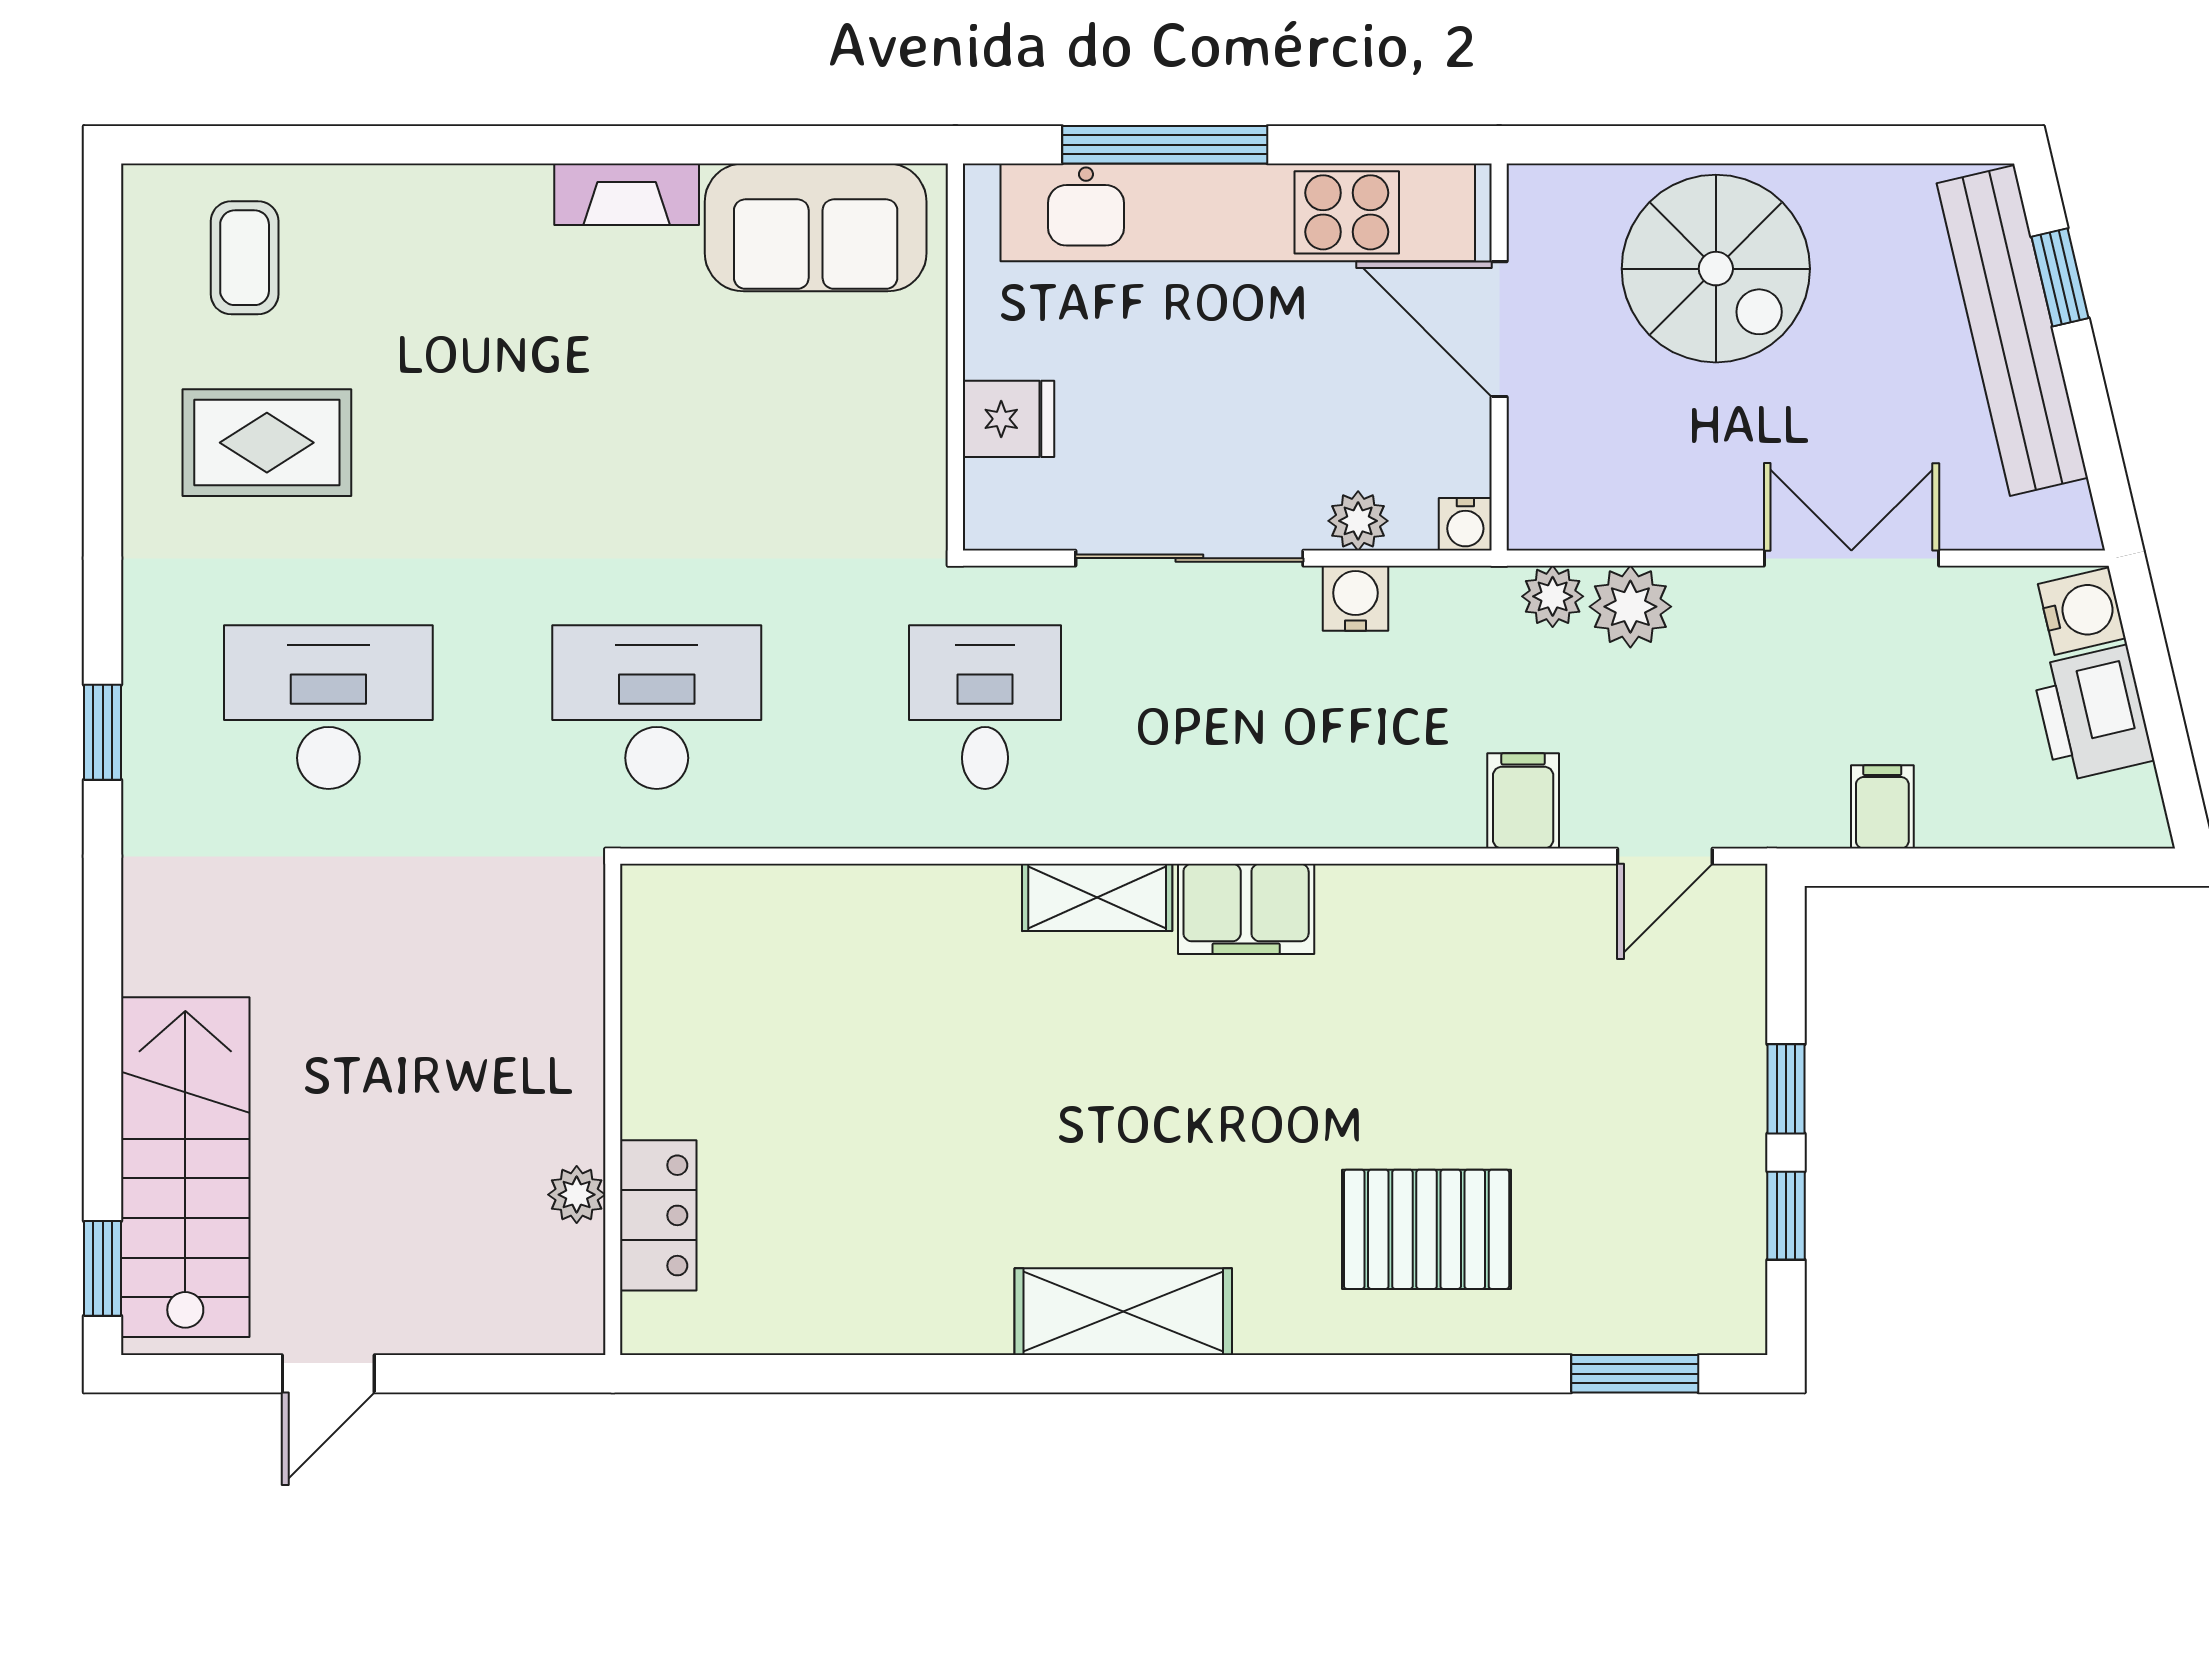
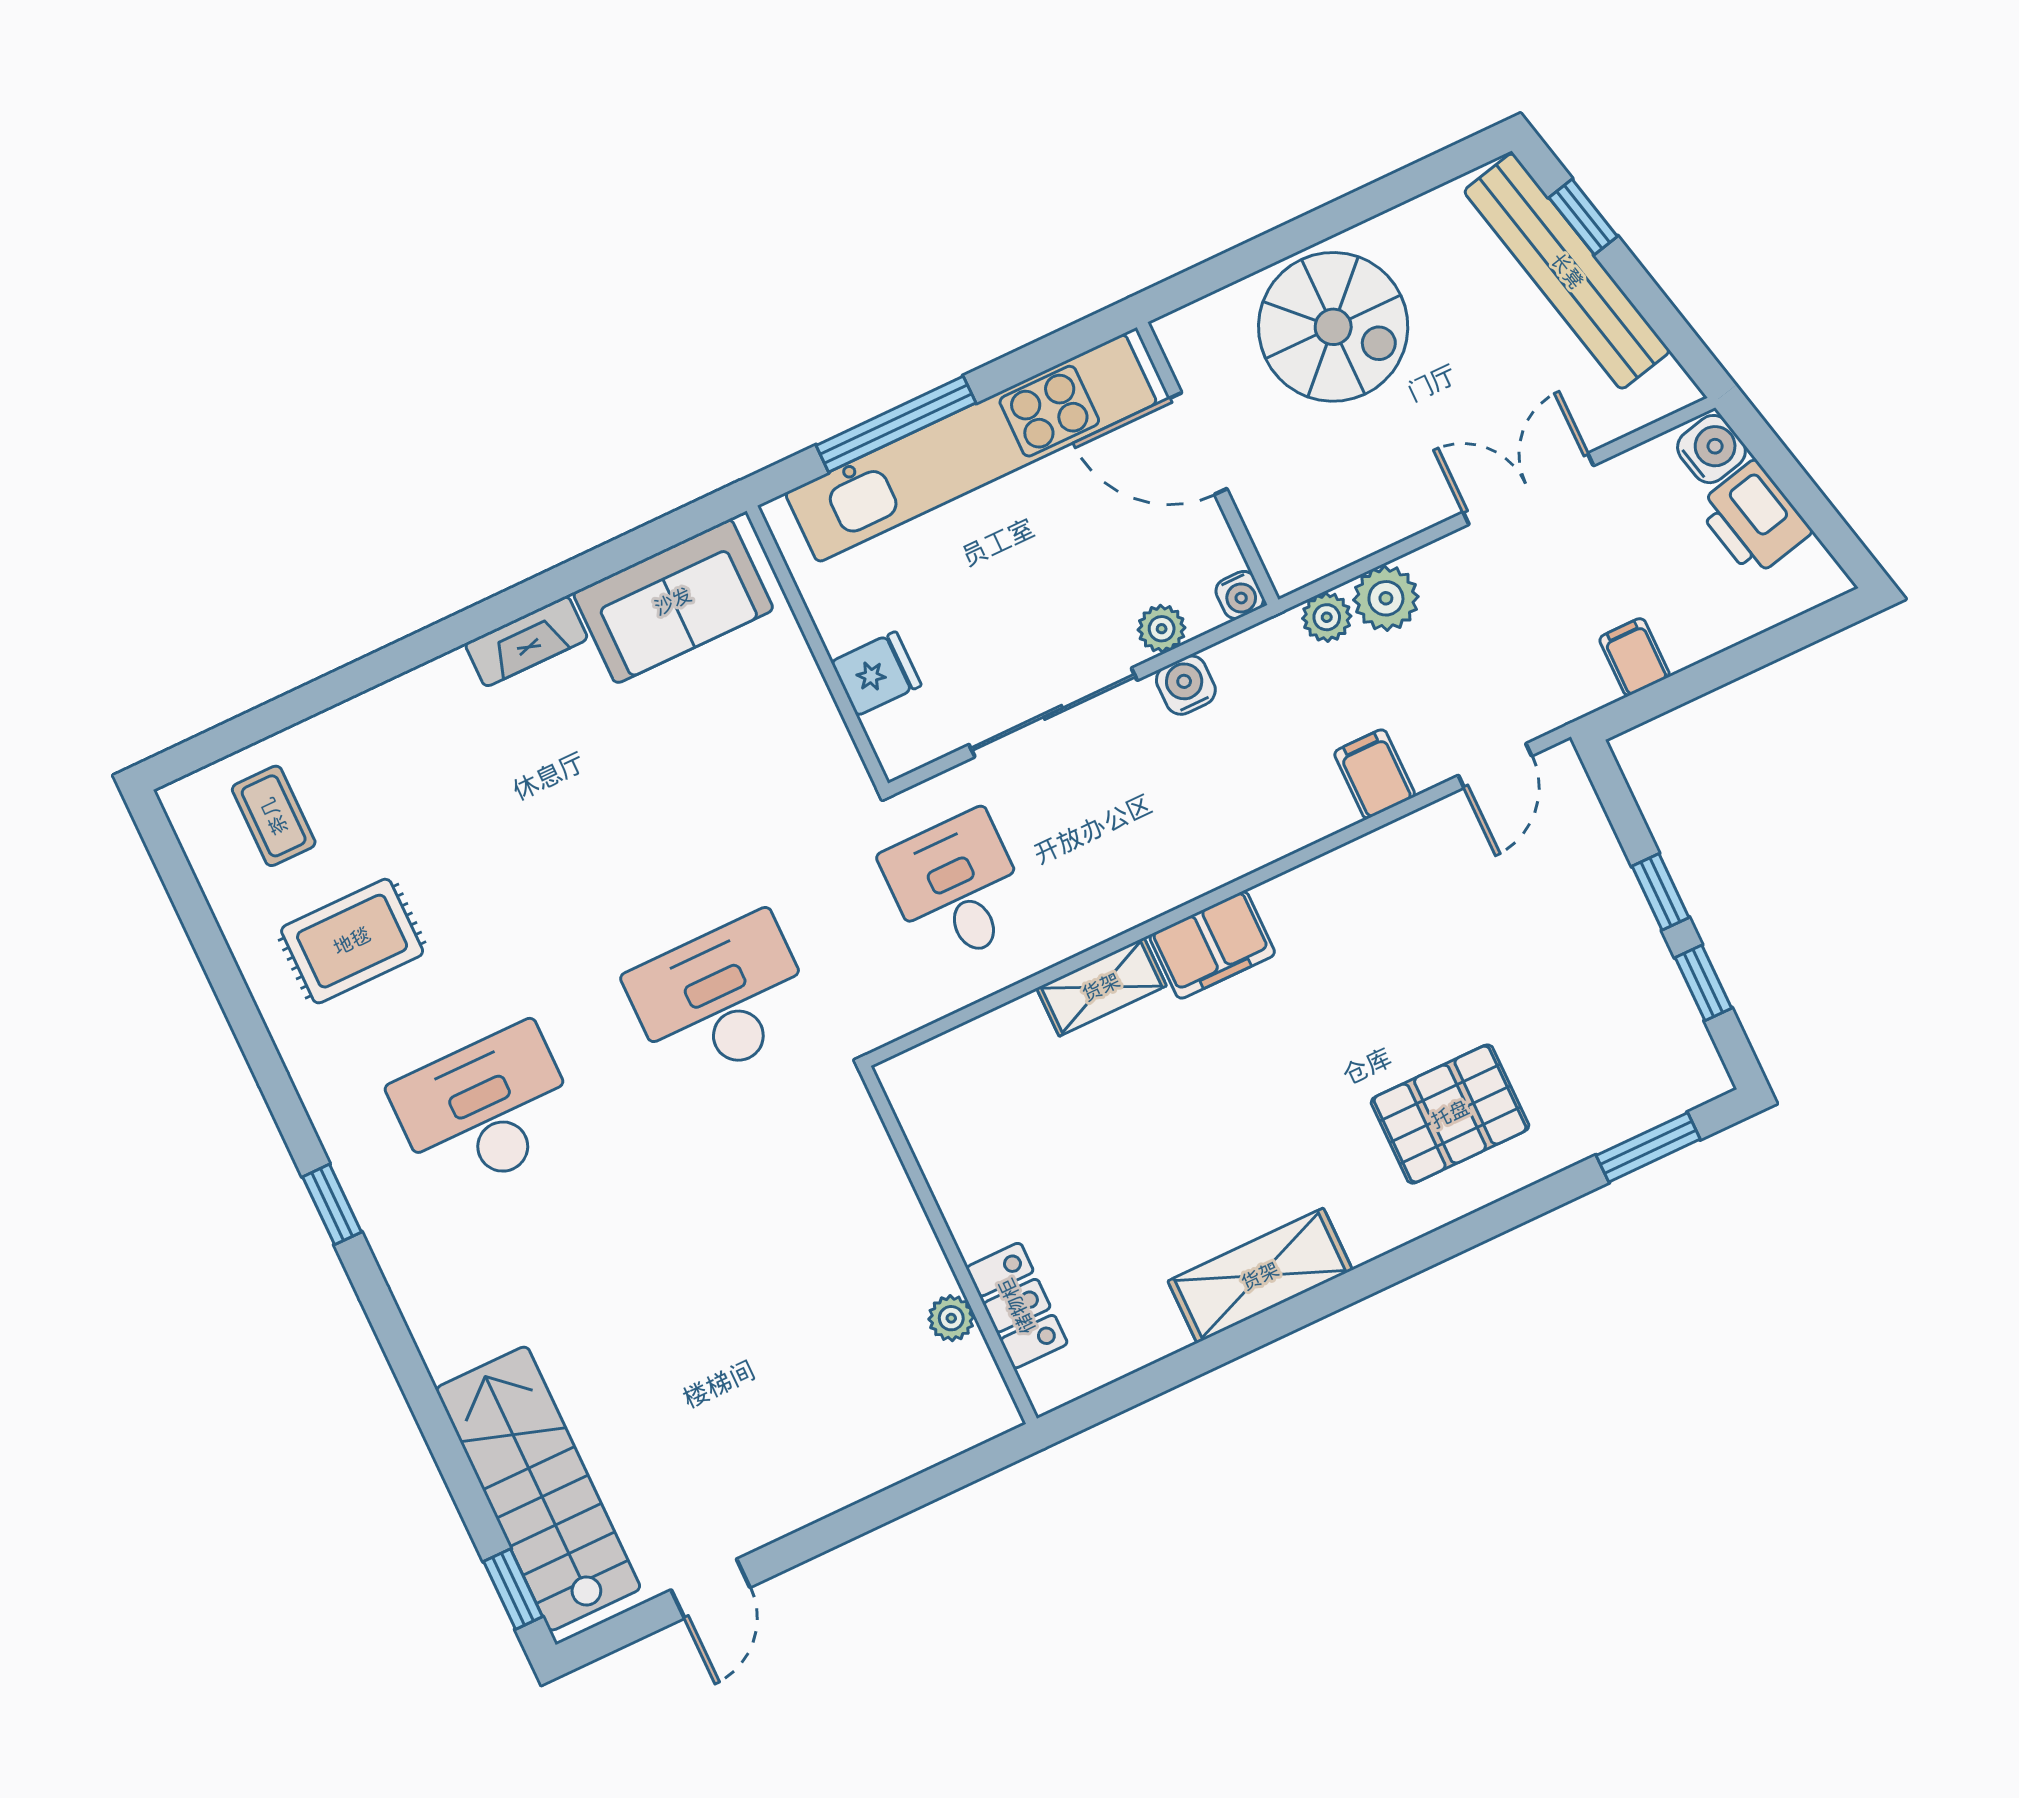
wall: (613, 1109) -> (948, 1245), moved
plant: (577, 1195) -> (951, 1318), moved
locker: (658, 1215) -> (1017, 1306), moved

